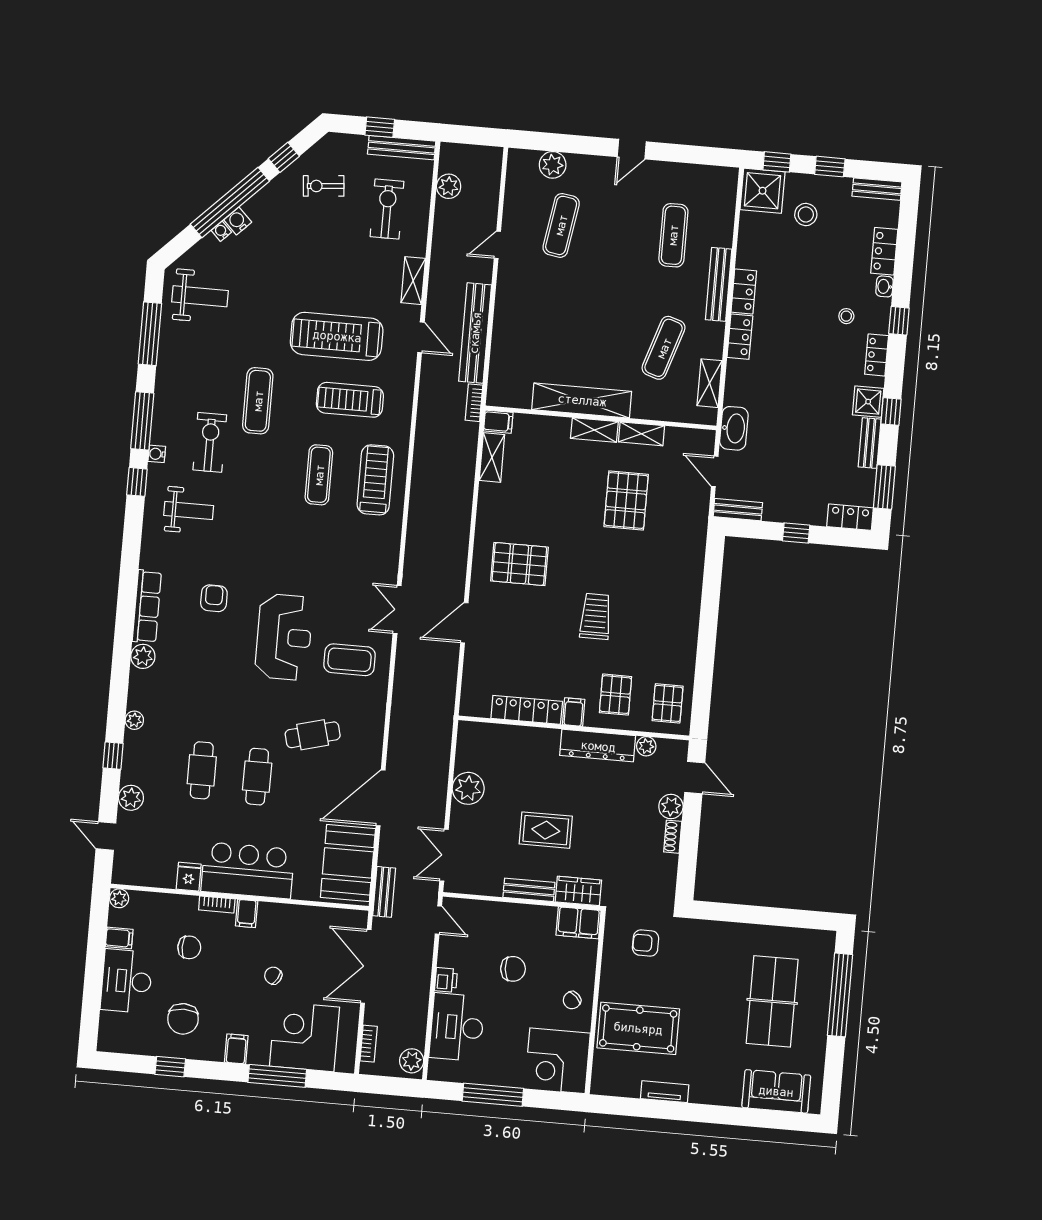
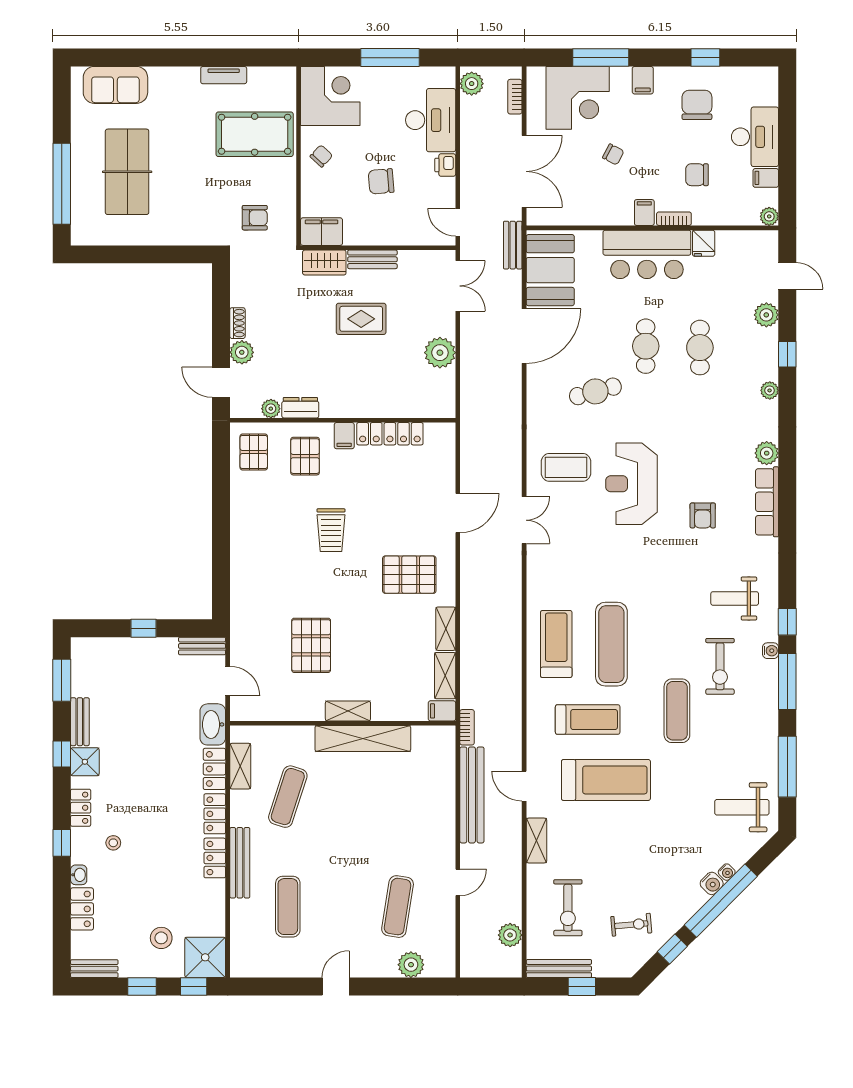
shelving: (642, 434) -> (446, 629), moved, turned 90
exercise mat: (319, 475) -> (611, 644), width x1.36, depth x1.45
treadmill: (375, 480) -> (556, 644), turned 180
locker: (850, 517) -> (214, 769), moved, turned 90
dresser: (598, 746) -> (300, 408), width x0.51, depth x0.80

